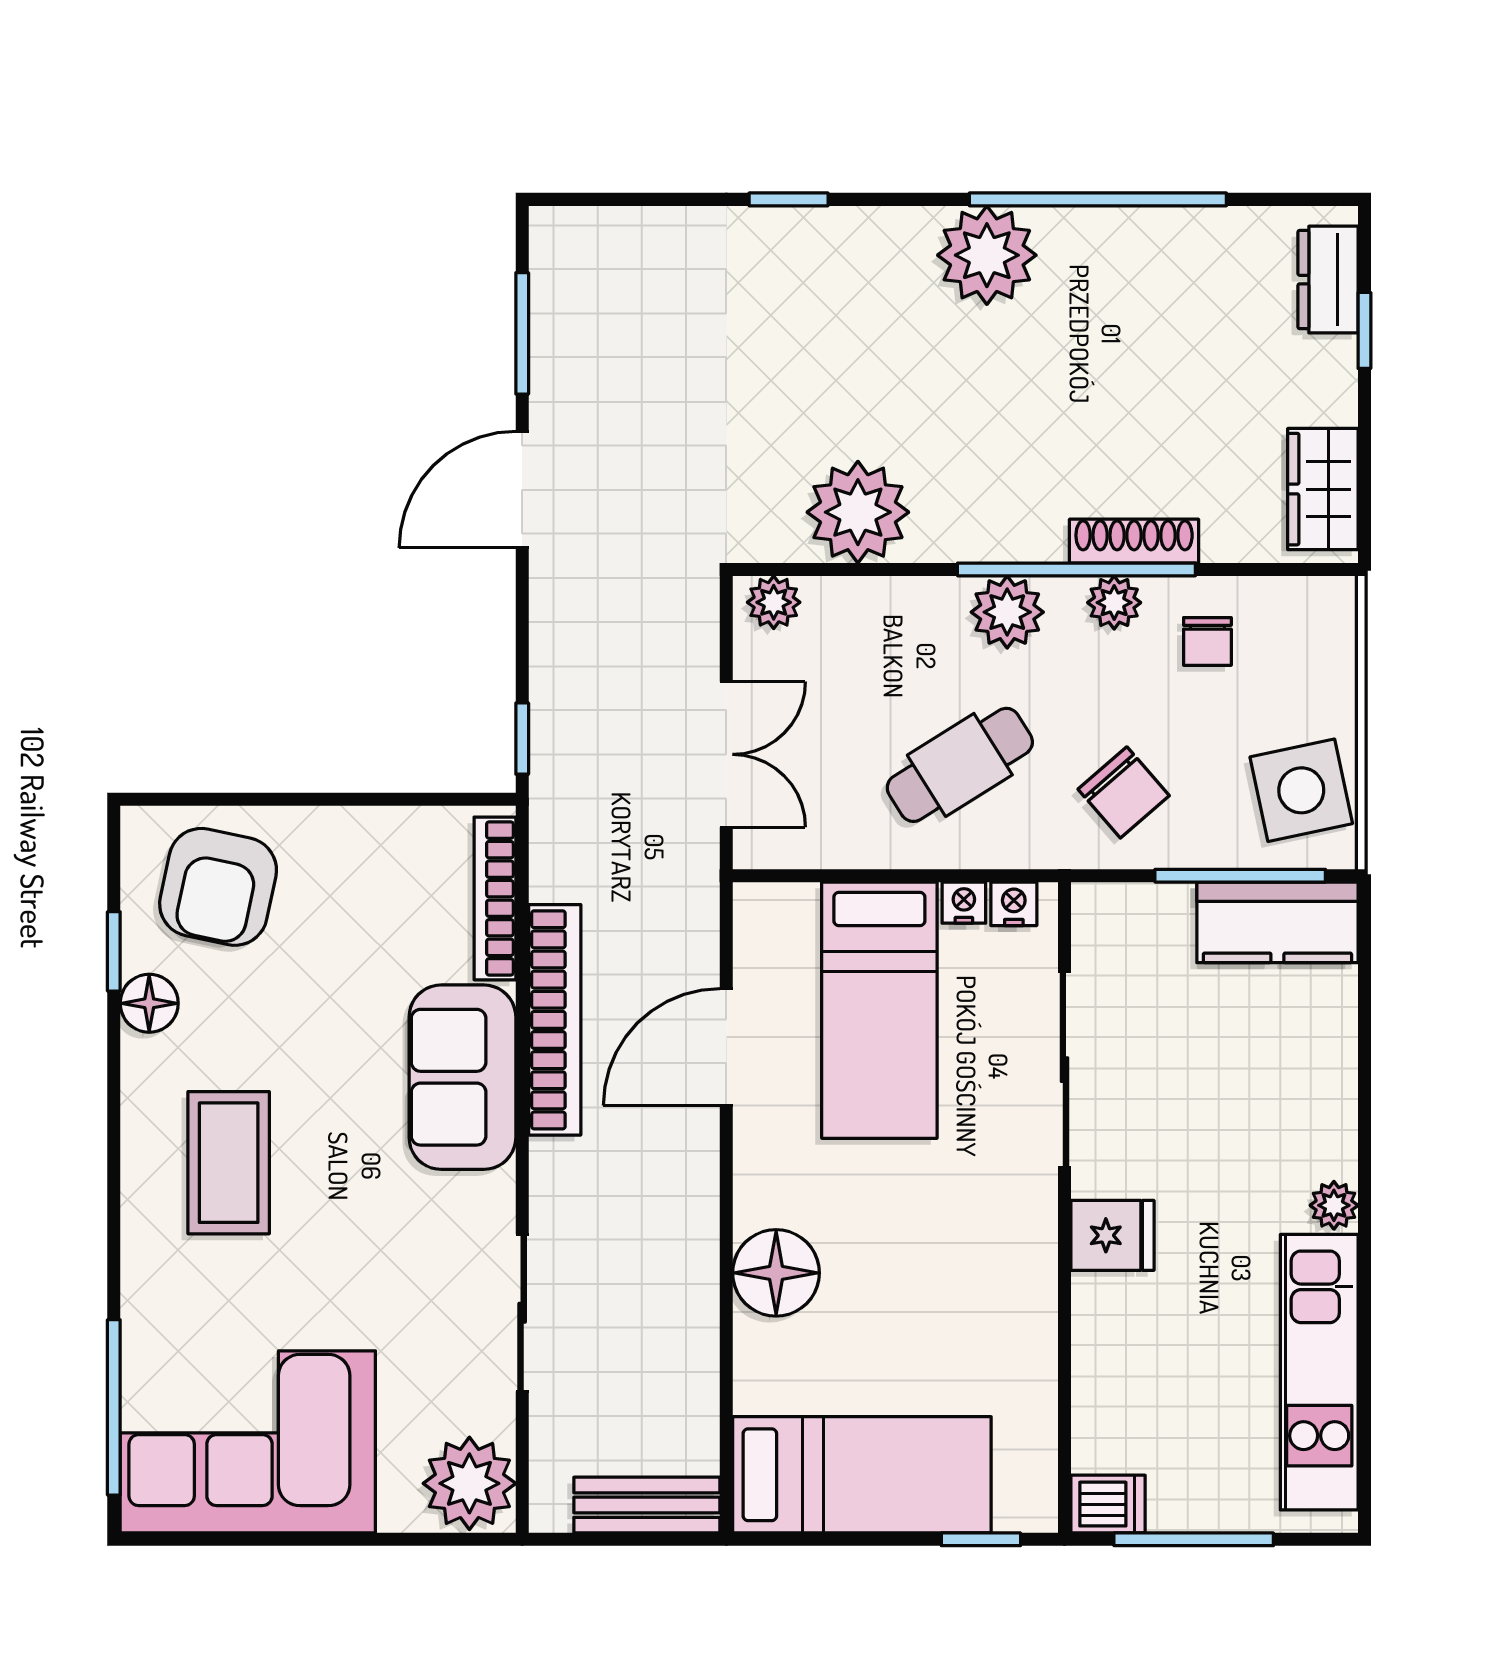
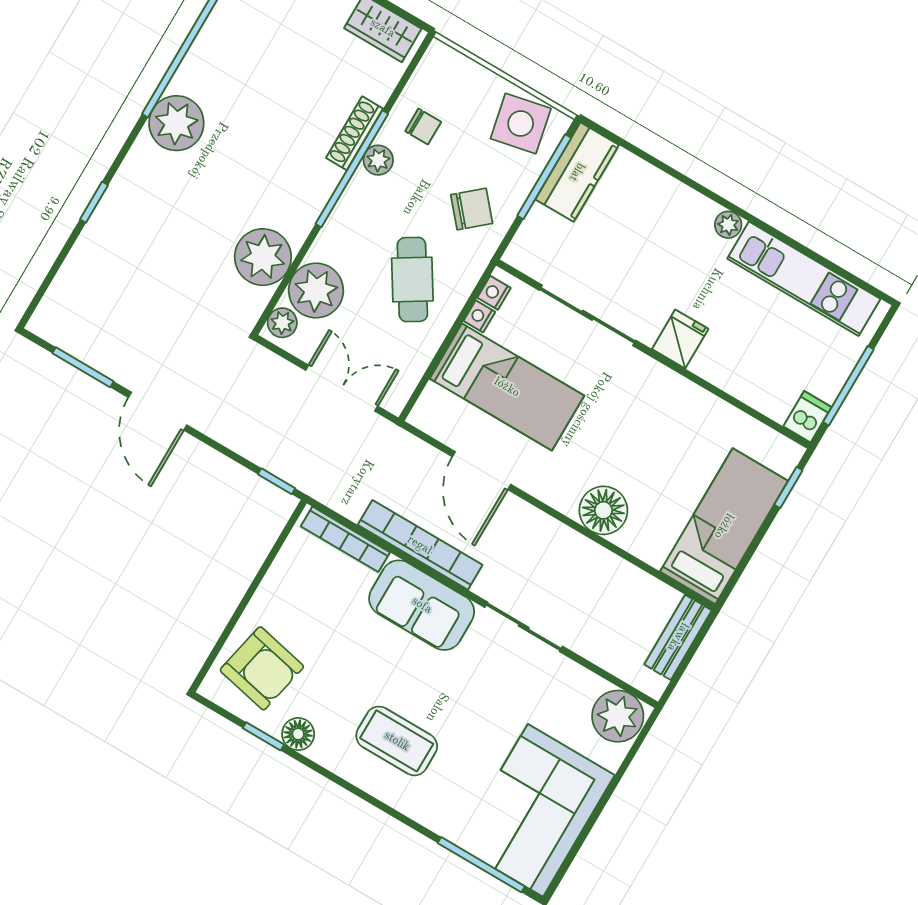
plant: (1007, 612) -> (316, 291), moved, width x1.36, depth x1.36
sliding door: (522, 1313) -> (524, 627), moved

